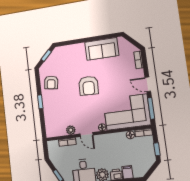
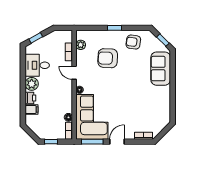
sofa: (102, 49) -> (161, 69), moved
armchair: (89, 86) -> (108, 58), moved
plant: (71, 130) -> (81, 45), moved
door: (86, 135) -> (74, 73), hinge flipped

